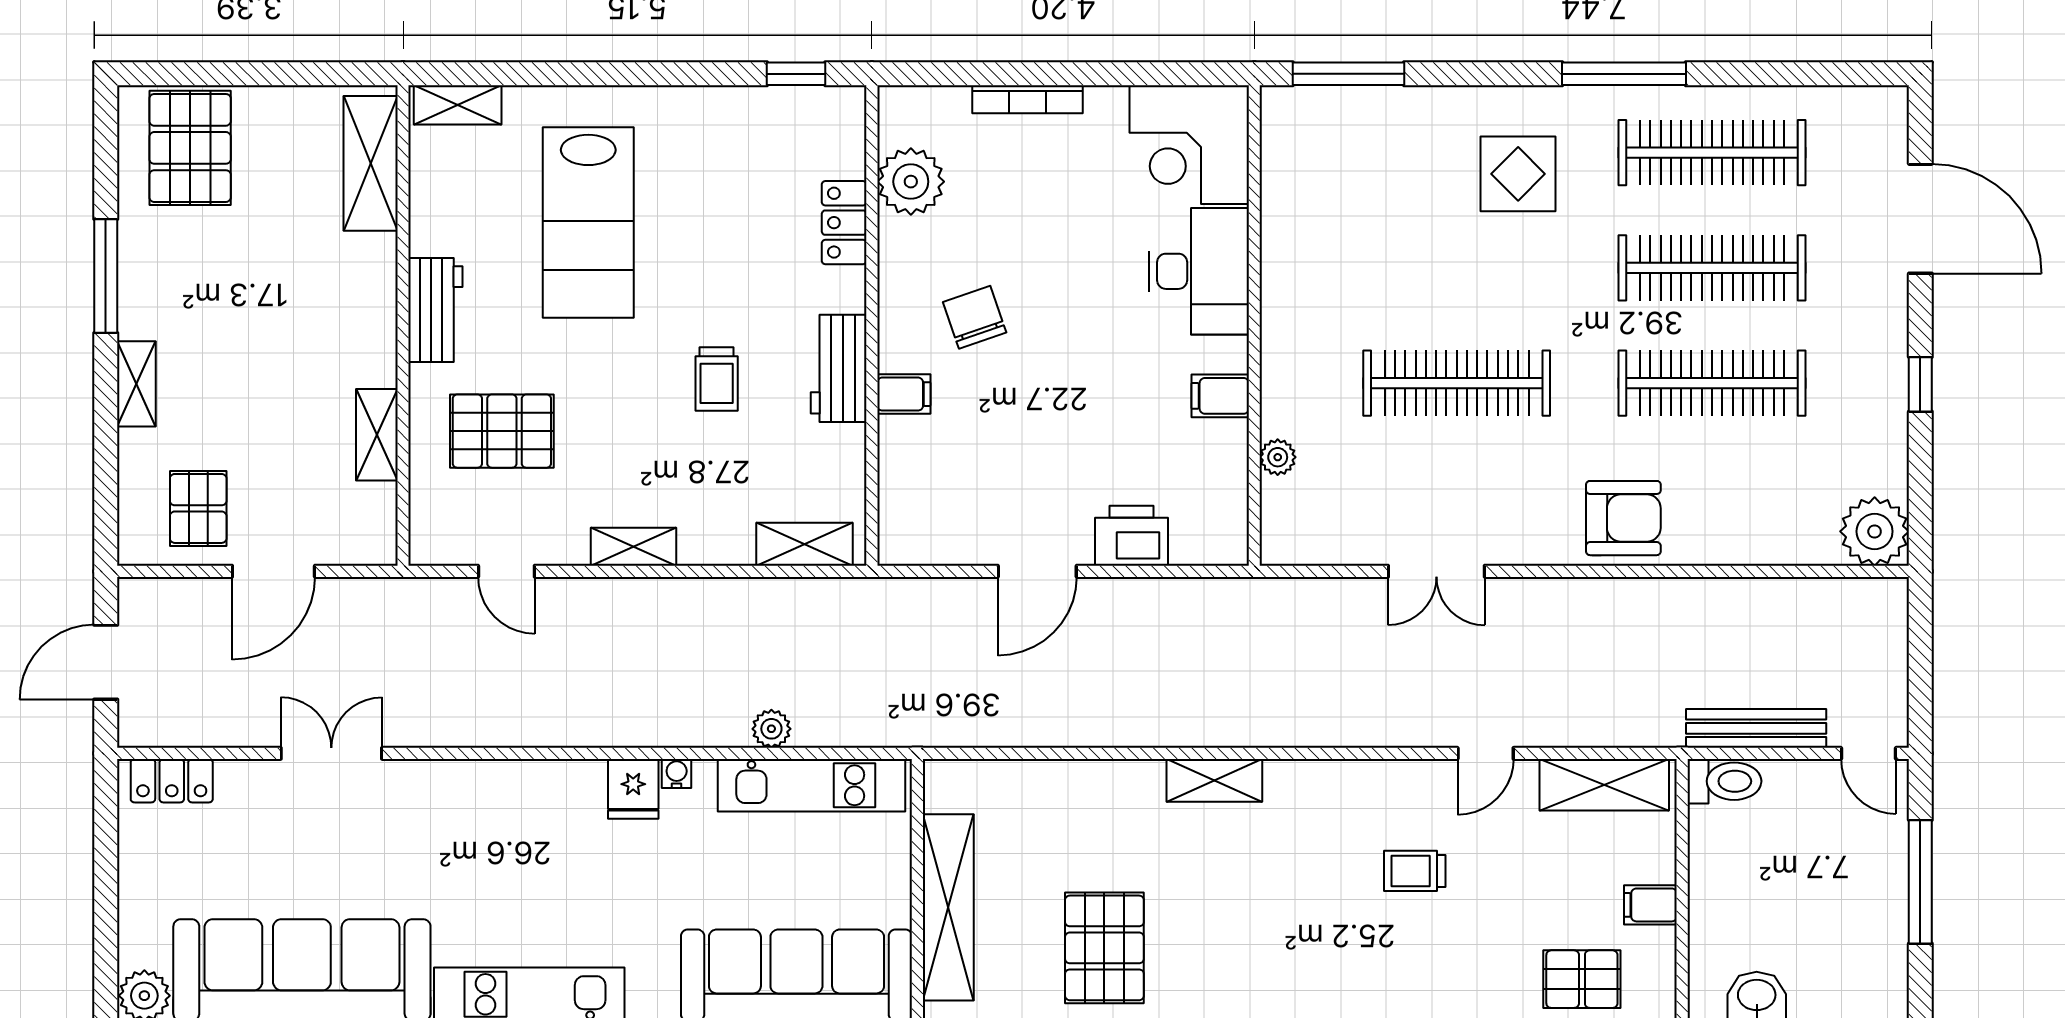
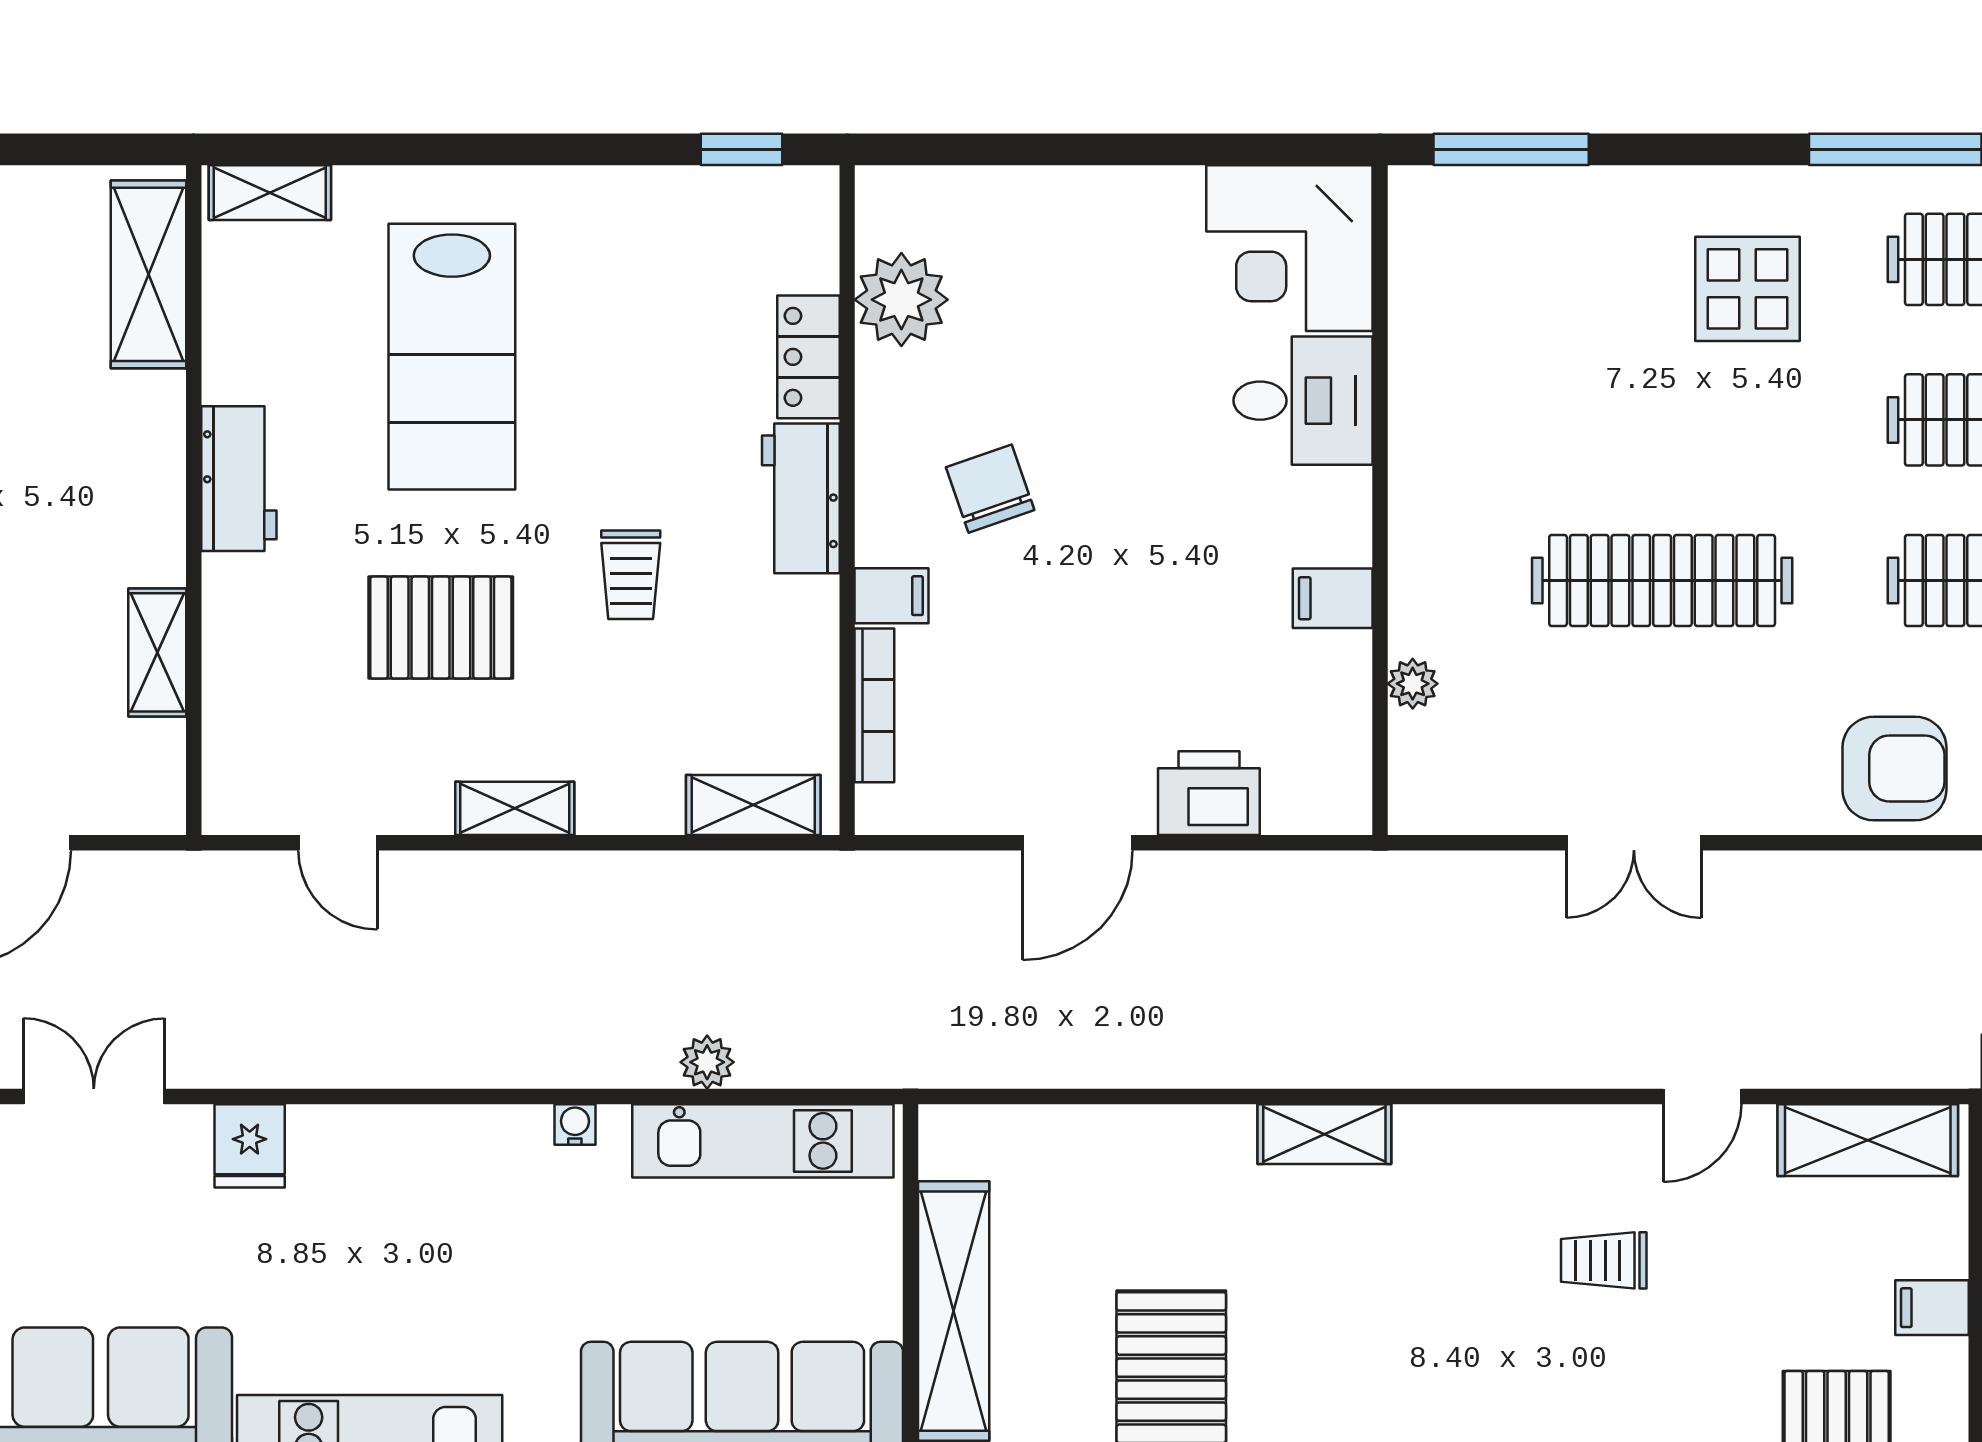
bookcase: (1028, 99) -> (874, 705), moved, turned -90
desk: (1199, 271) -> (1303, 401), width x0.73
workbench: (839, 368) -> (801, 498), moved
pallet: (502, 431) -> (441, 628), moved
fridge: (633, 789) -> (250, 1146), moved

